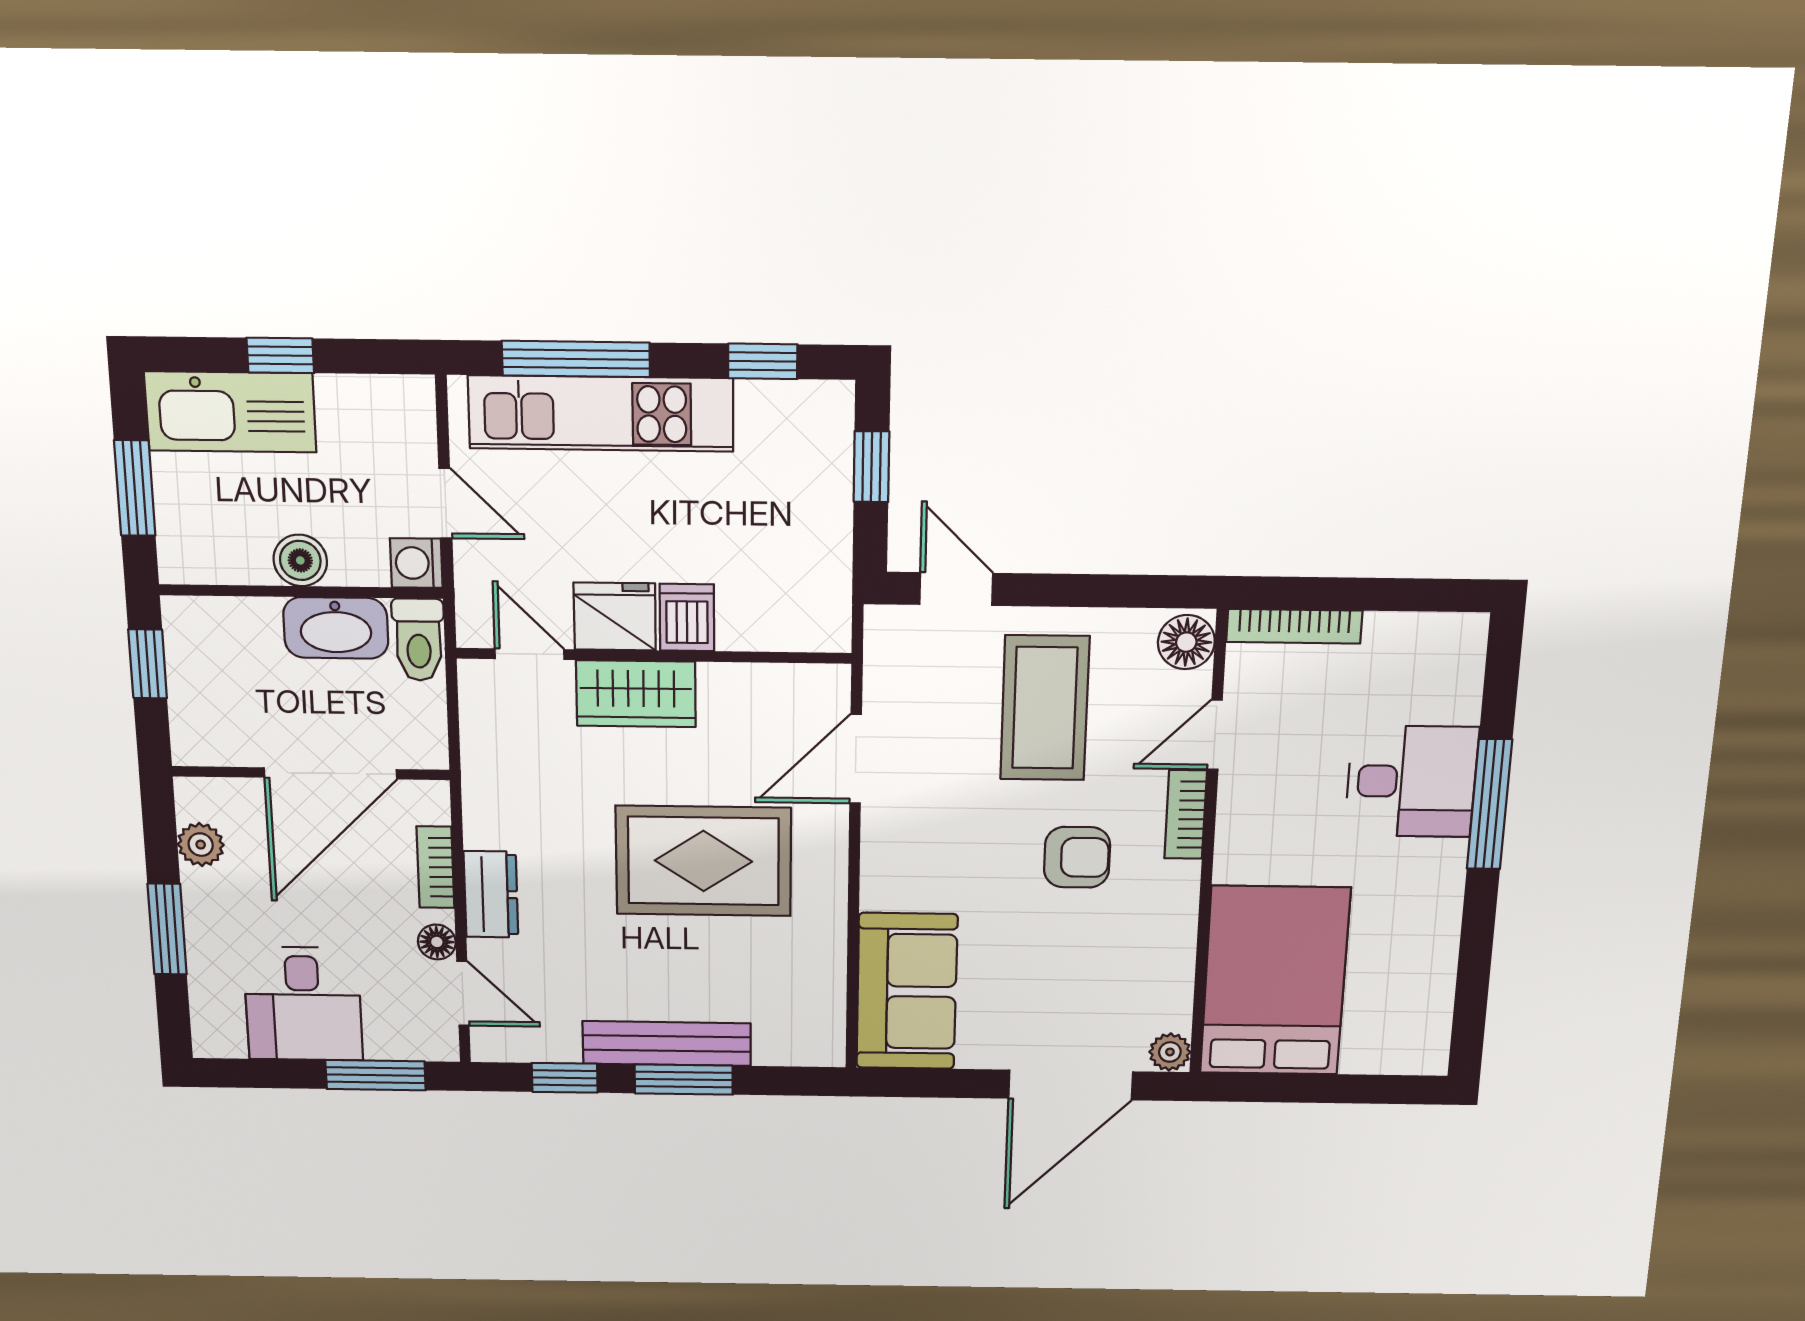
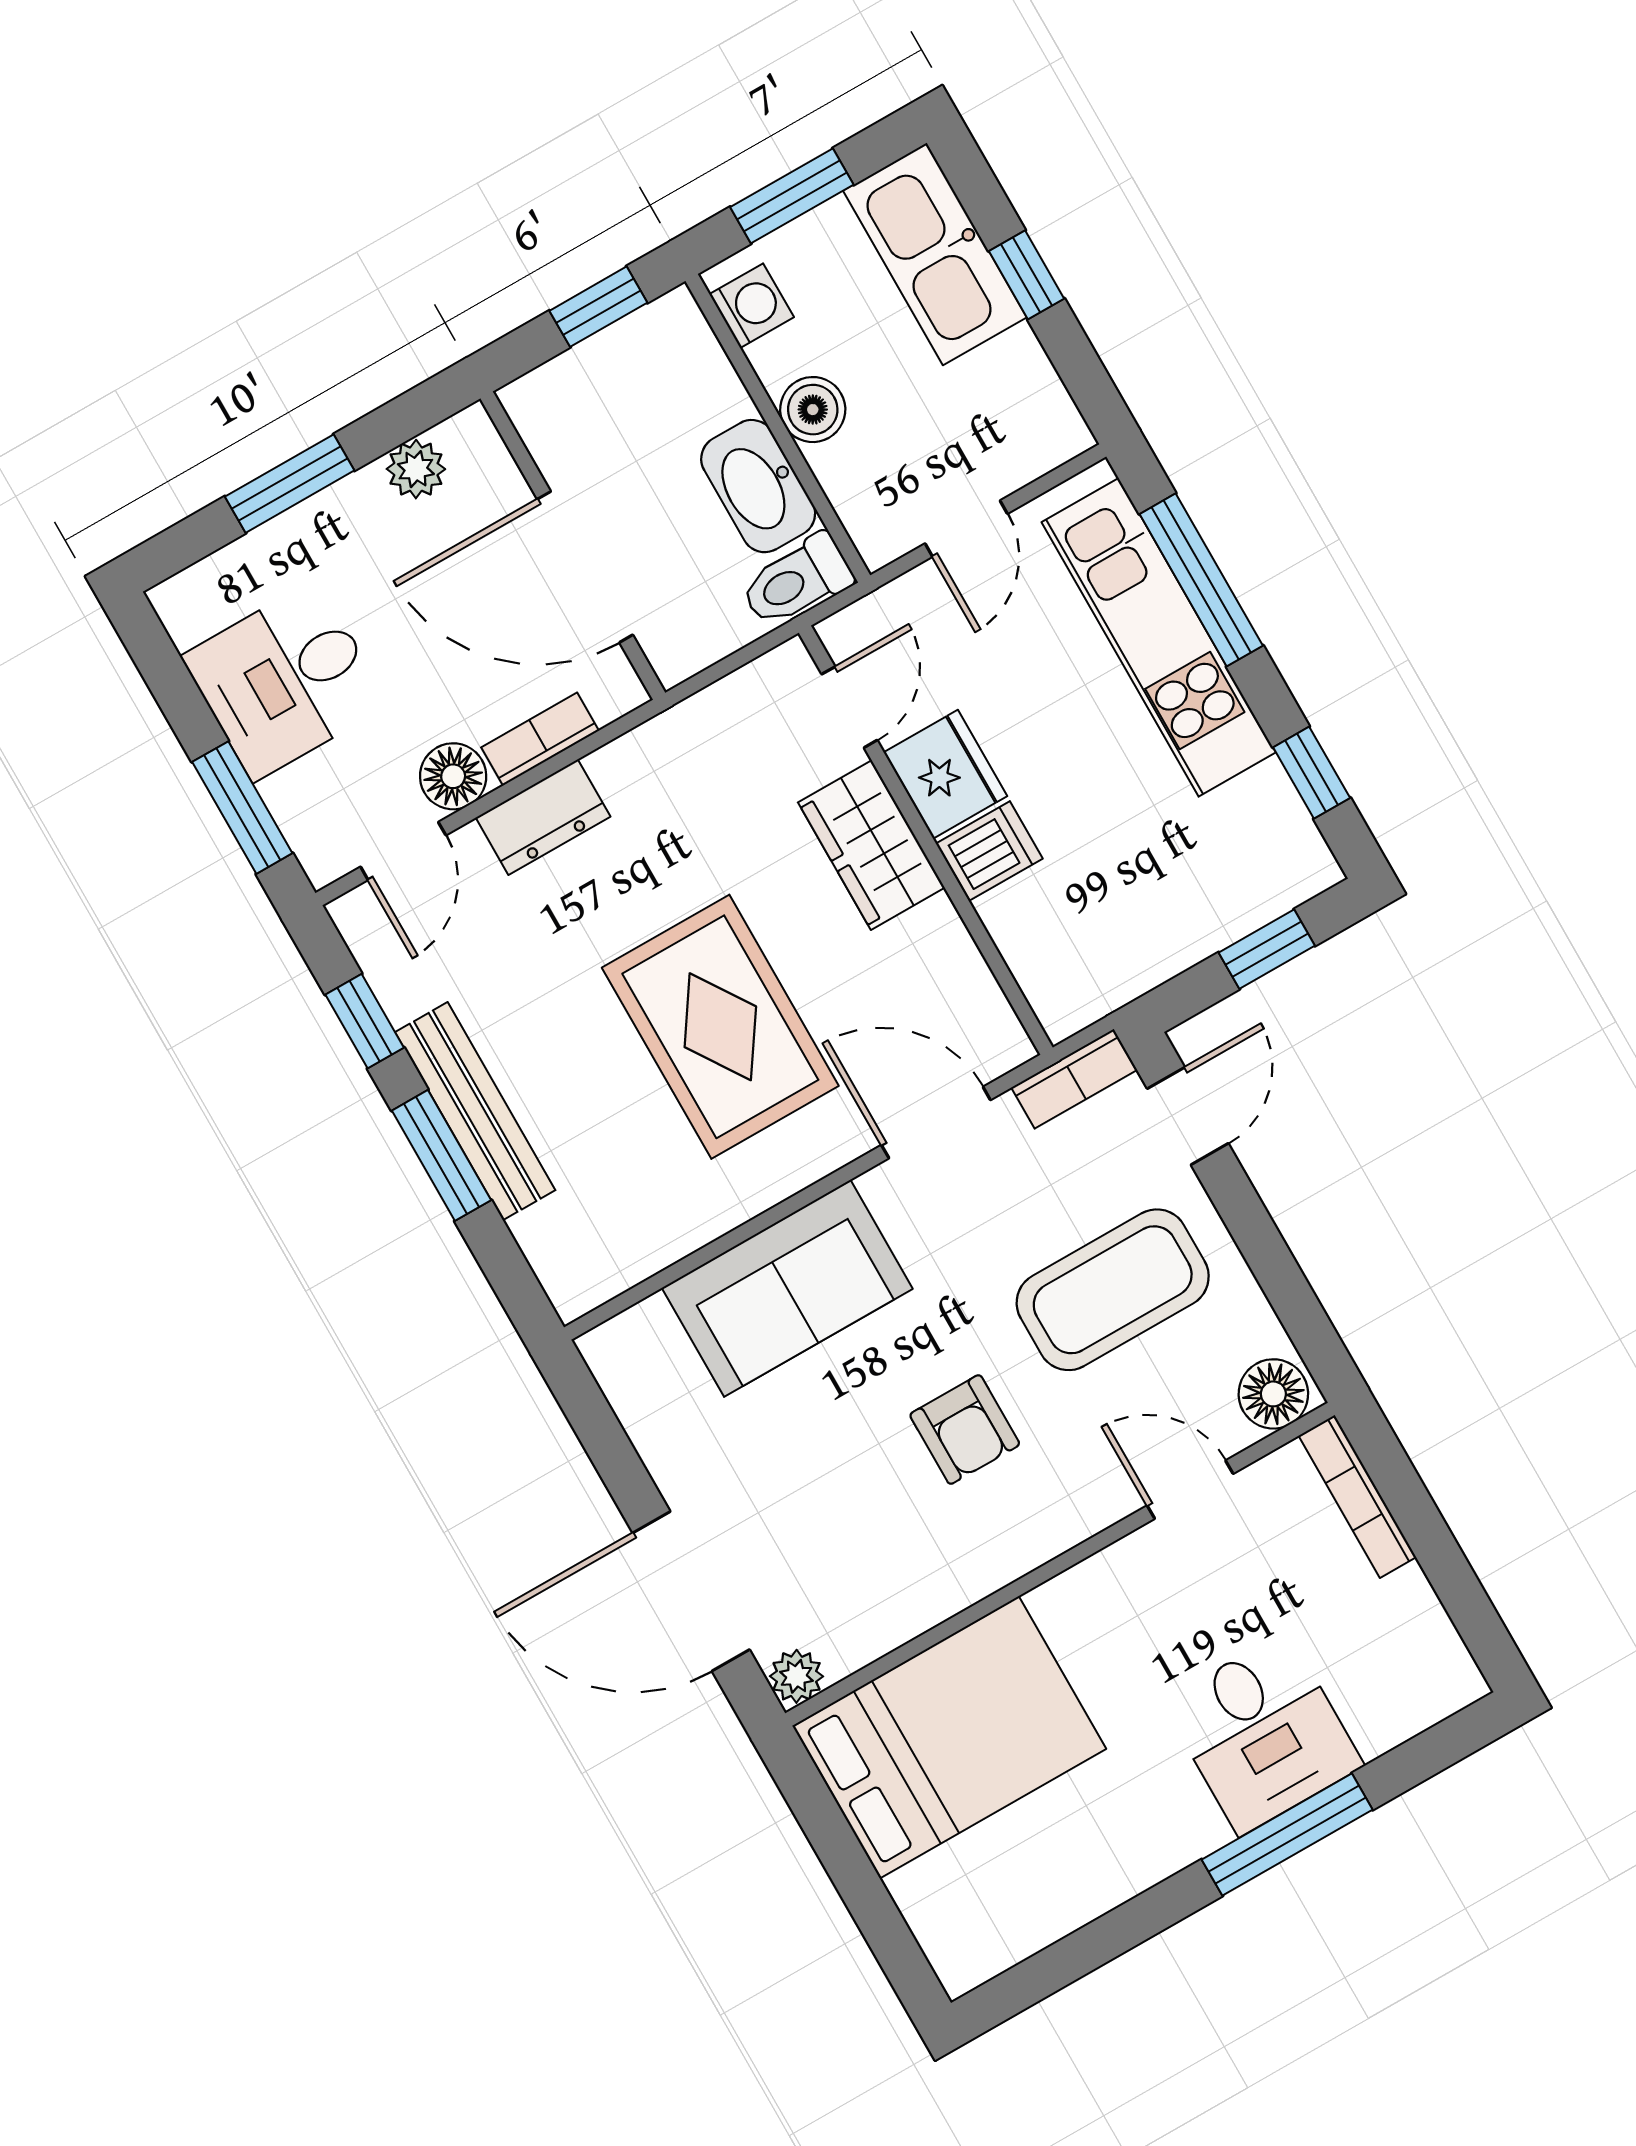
washing machine: (416, 563) -> (752, 306), moved, turned 90
bookcase: (1186, 815) -> (1074, 1079), moved, turned 180
floor lamp: (437, 942) -> (453, 776), width x1.37, depth x1.37
sofa: (907, 991) -> (787, 1288), moved

